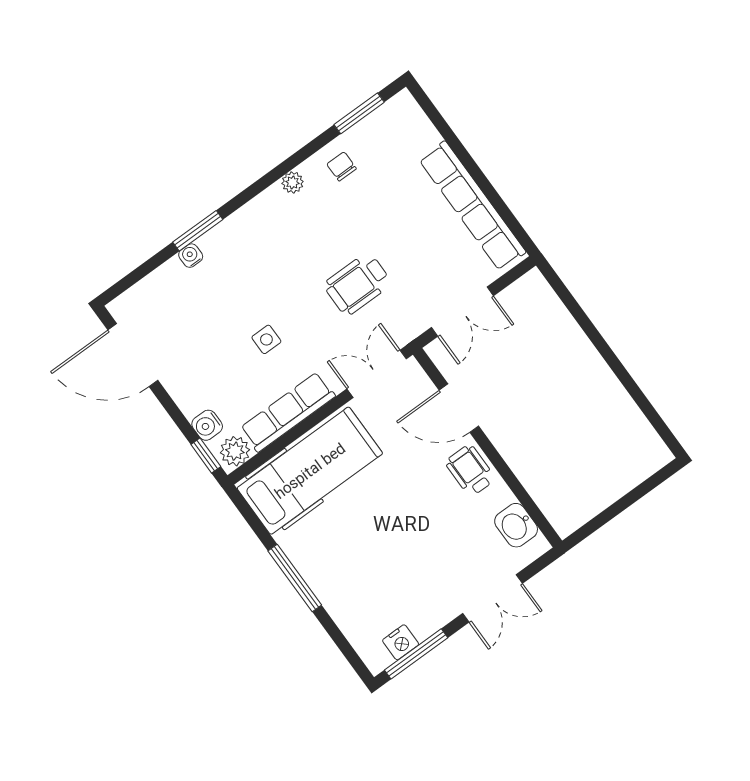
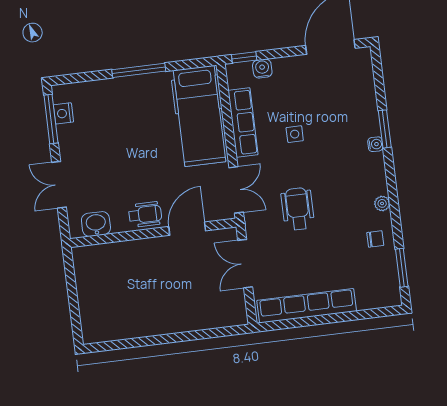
water cooler: (191, 256) -> (375, 144), moved
plant: (235, 451) -> (237, 77), removed

